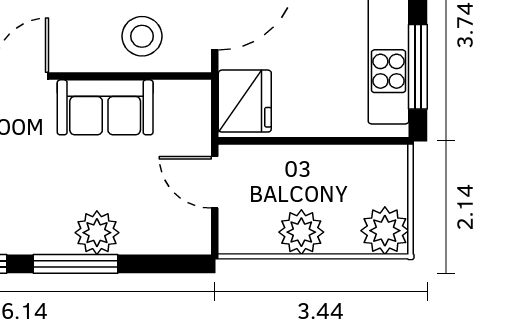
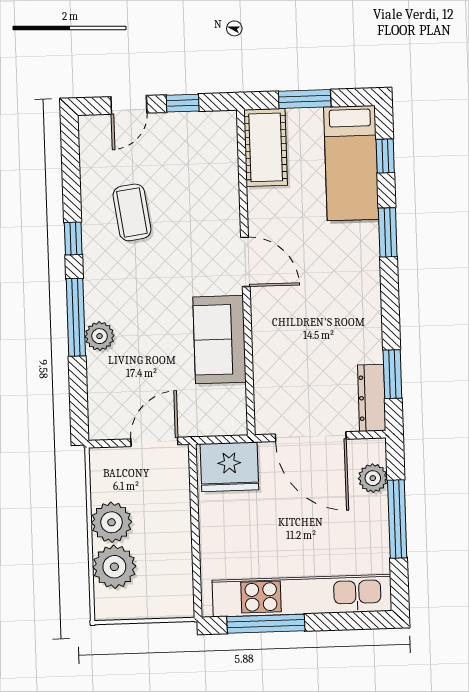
stool: (142, 36) -> (285, 371), removed
plant: (385, 231) -> (114, 567), moved
plant: (97, 233) -> (100, 336), width x0.73, depth x0.73

